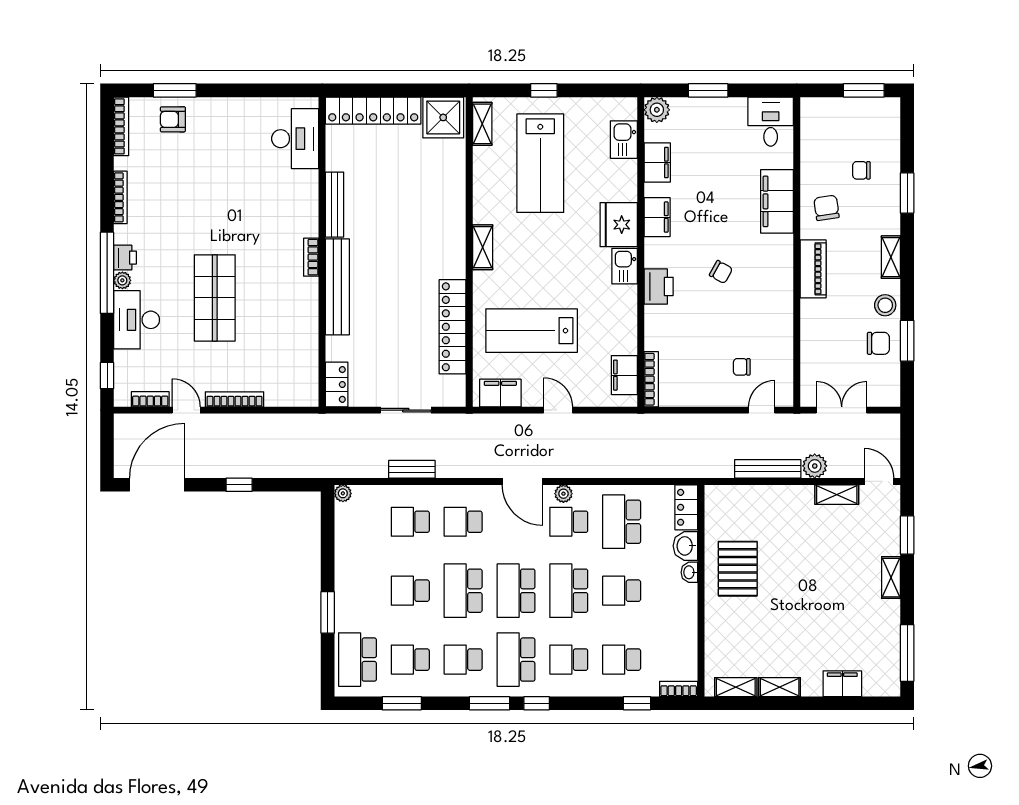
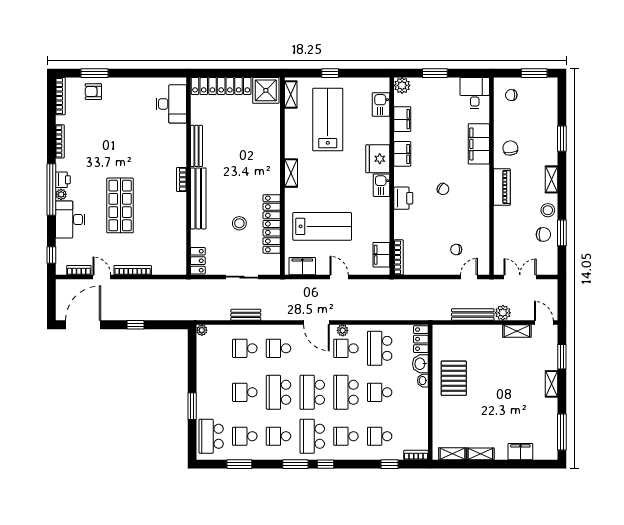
lab bench: (540, 163) -> (328, 120), turned 180
chair: (861, 170) -> (511, 95), moved
stool: (402, 326) -> (239, 223), added
lab bench: (532, 331) -> (322, 226), turned 180

